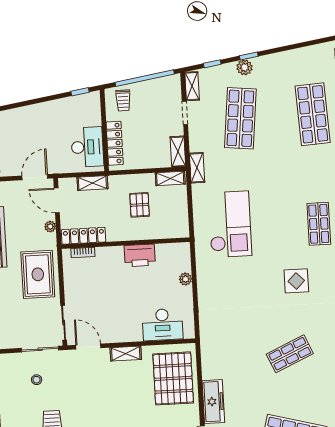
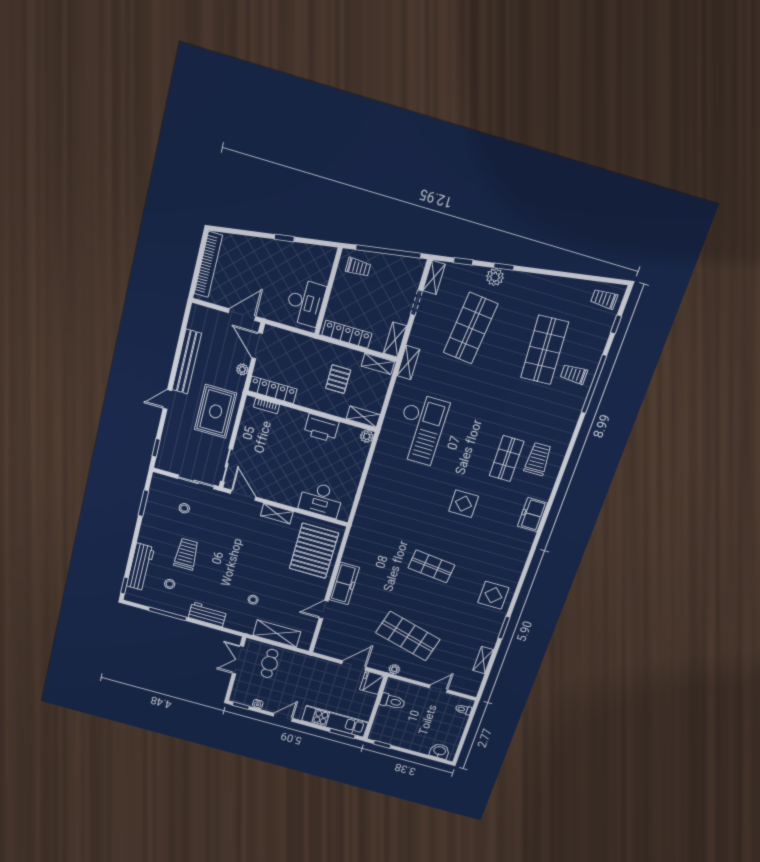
window: (80, 92) -> (284, 238), moved
trolley: (123, 100) -> (358, 267), turned -90
locker: (115, 143) -> (347, 334), moved, turned -90
shelving: (92, 183) -> (363, 417), moved
plant: (185, 279) -> (367, 436), moved
shop shelf: (290, 354) -> (431, 566), turned 30

